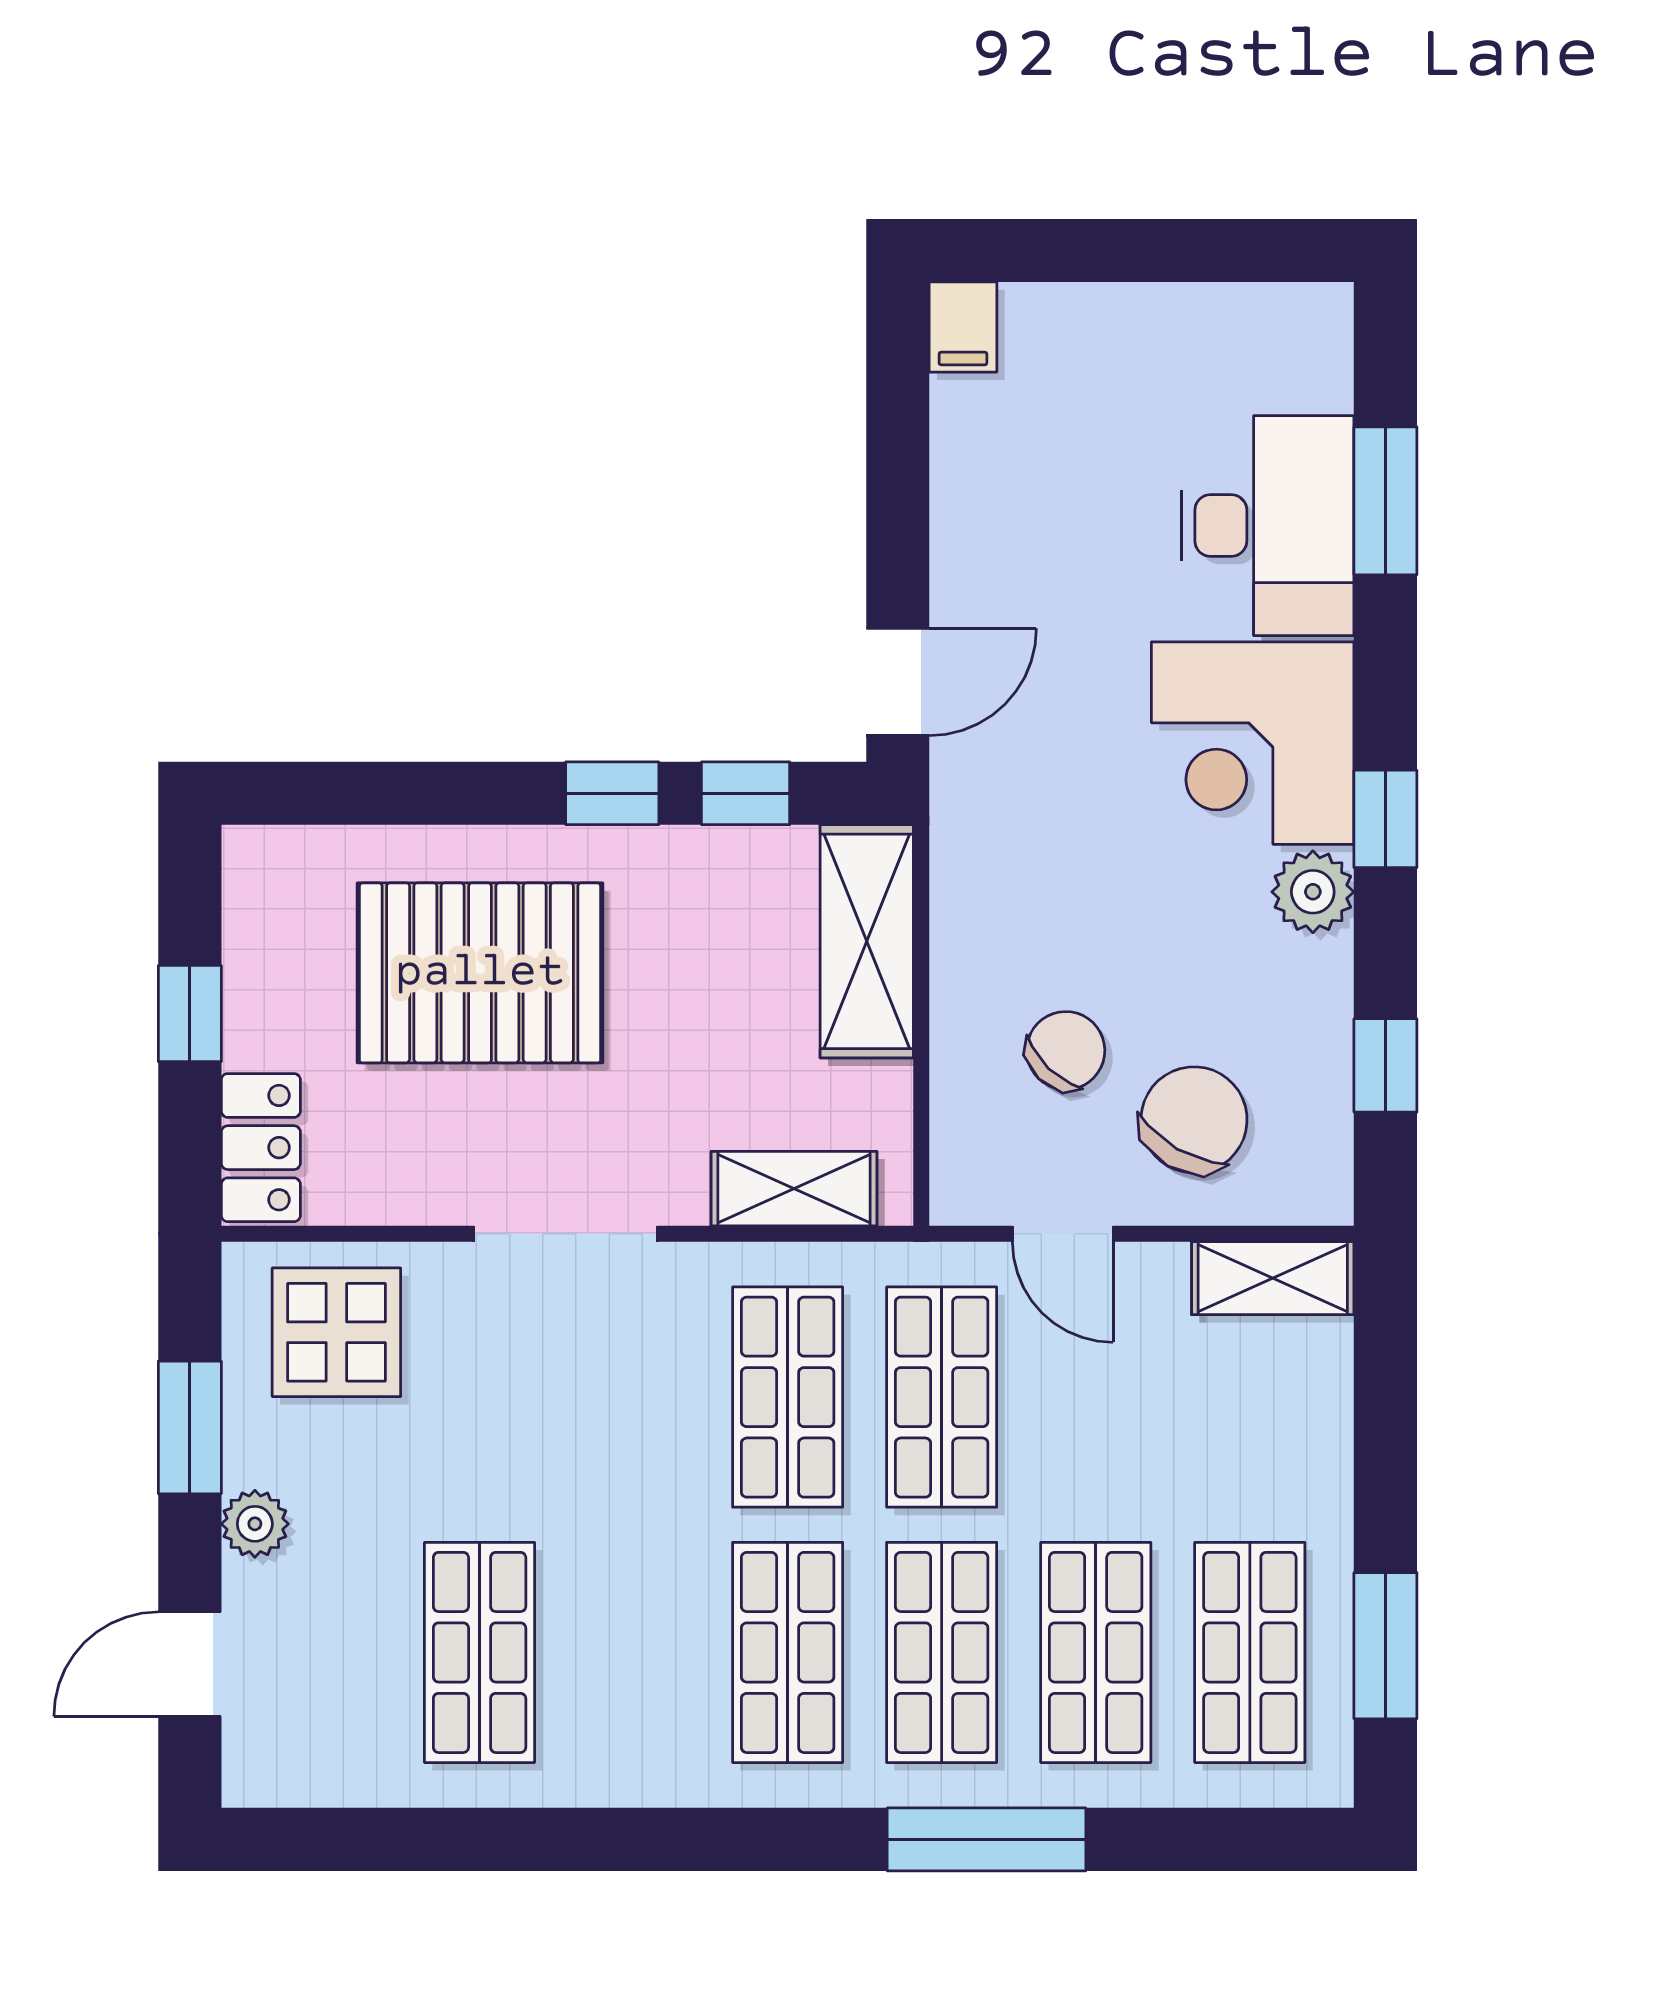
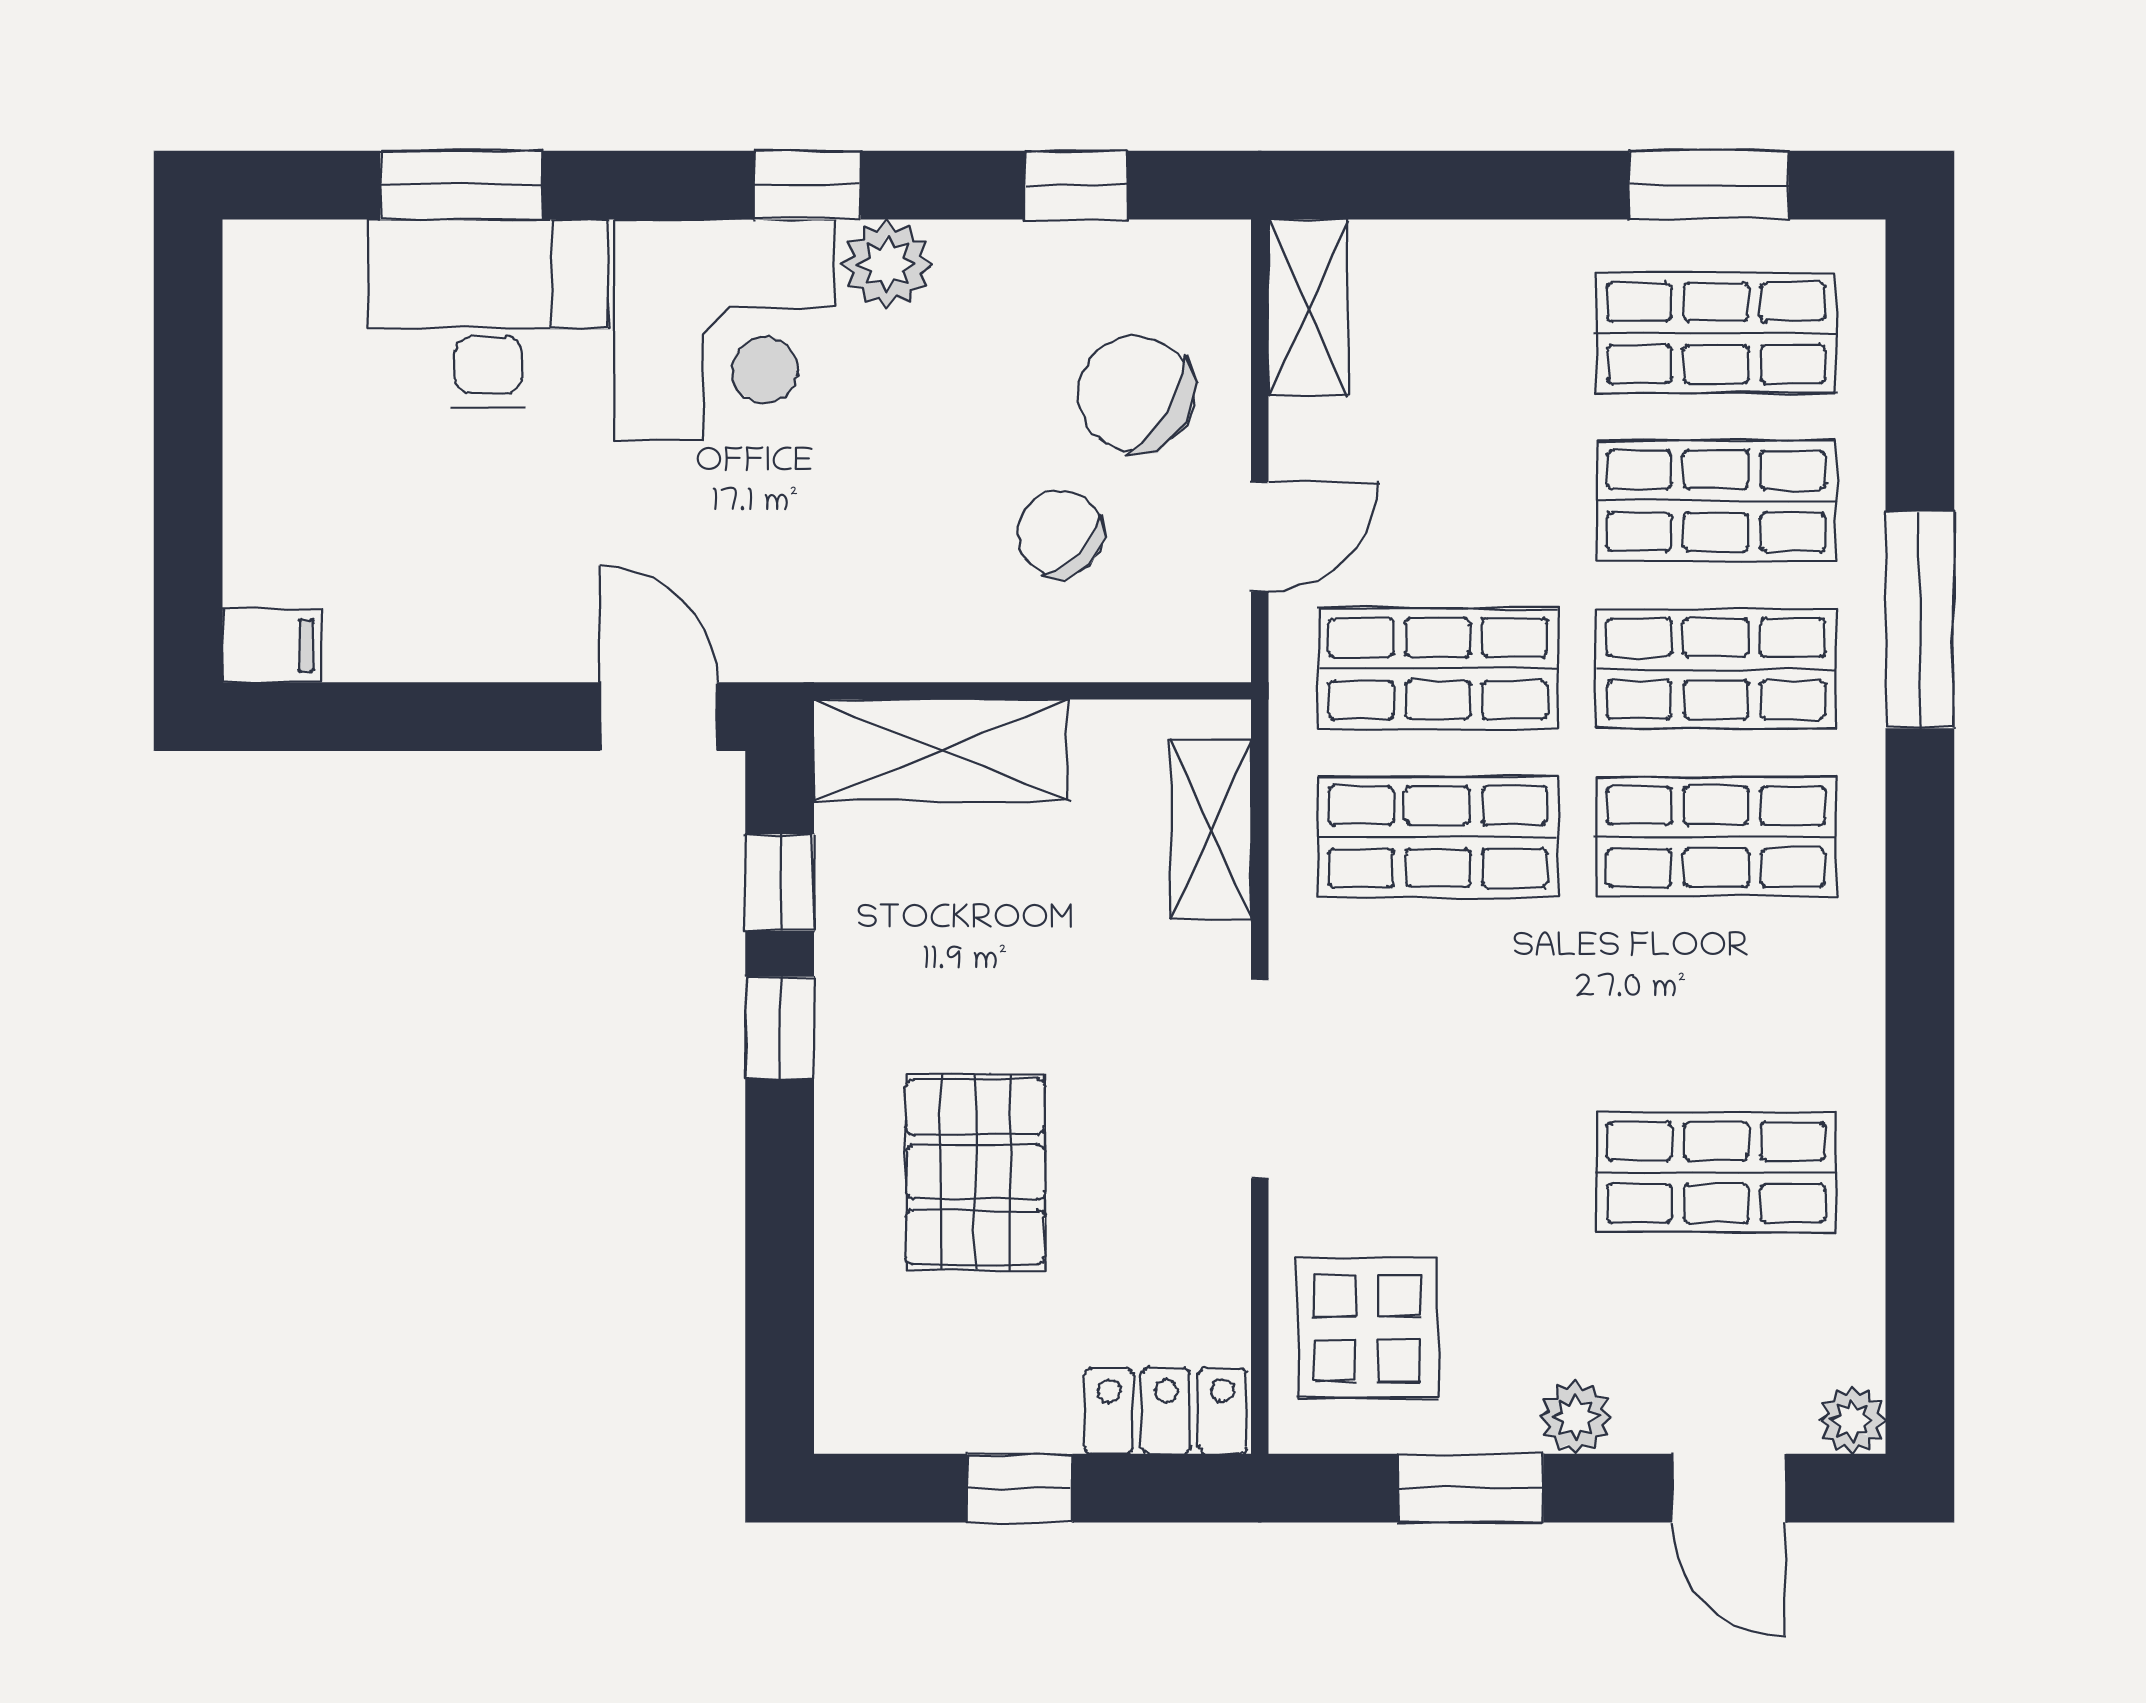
pallet: (480, 973) -> (975, 1172), width x0.73, depth x0.71
plant: (252, 1777) -> (1852, 1420), added

